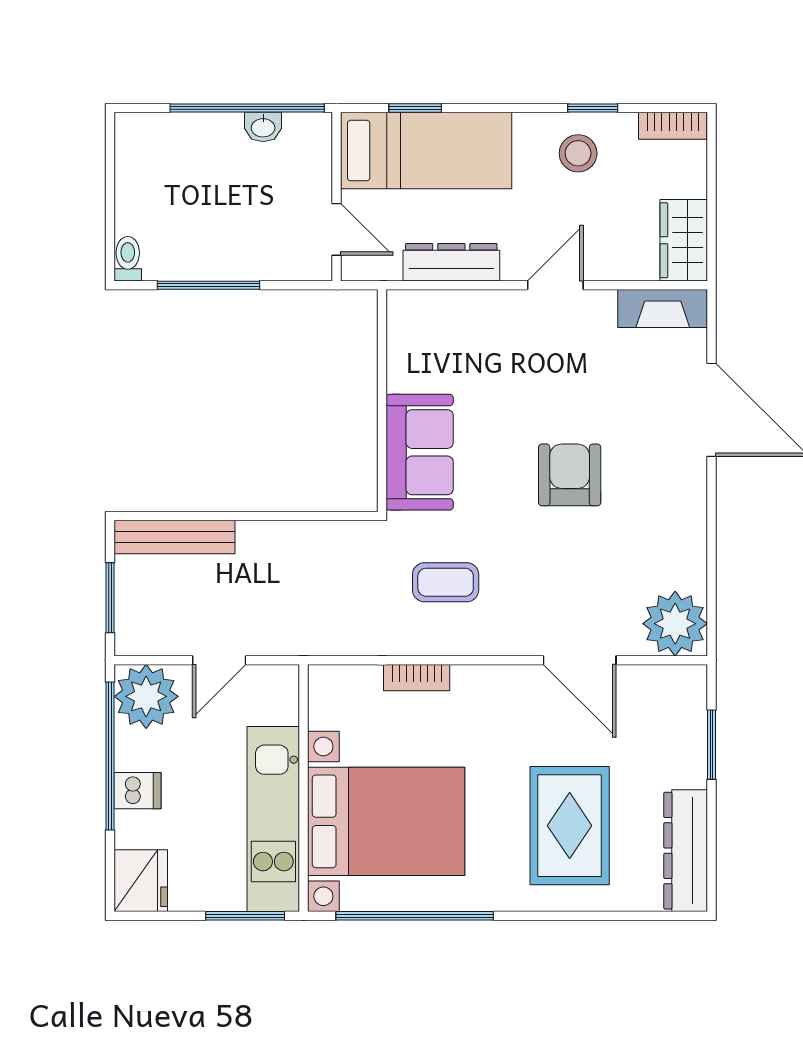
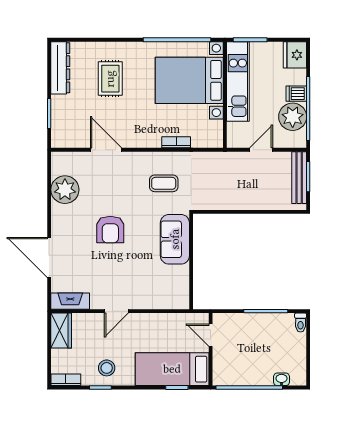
washbasin: (263, 127) -> (282, 379), moved
dresser: (451, 262) -> (161, 321), removed
bench: (174, 537) -> (299, 178), moved, turned 90
plant: (675, 624) -> (65, 190), moved
plant: (146, 696) -> (293, 117), moved
rug: (570, 826) -> (110, 79), width x0.73, depth x0.70

